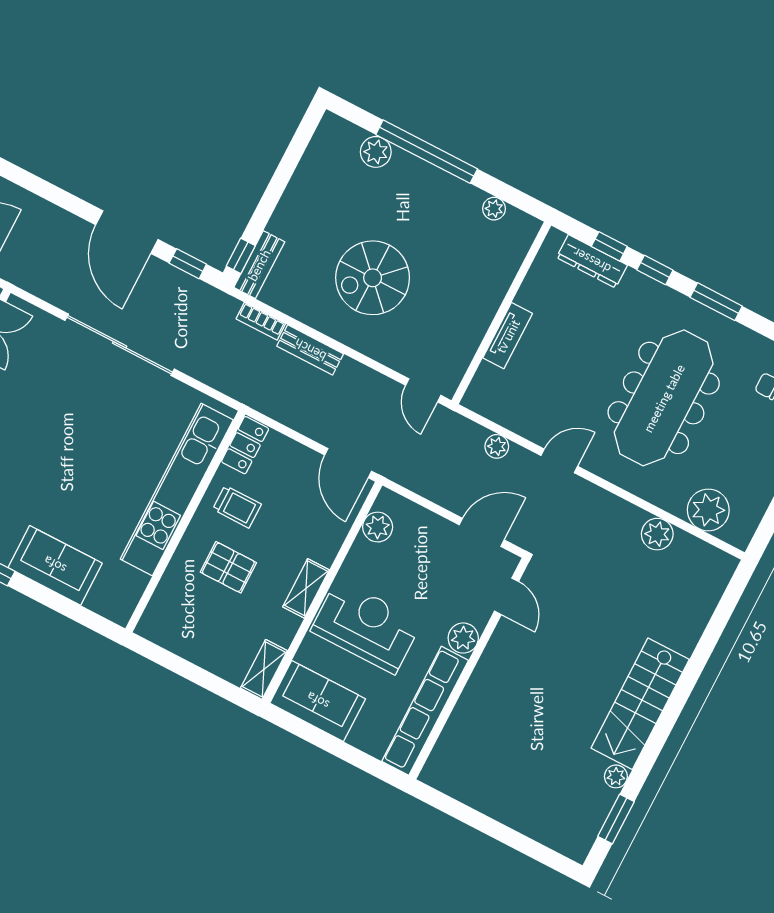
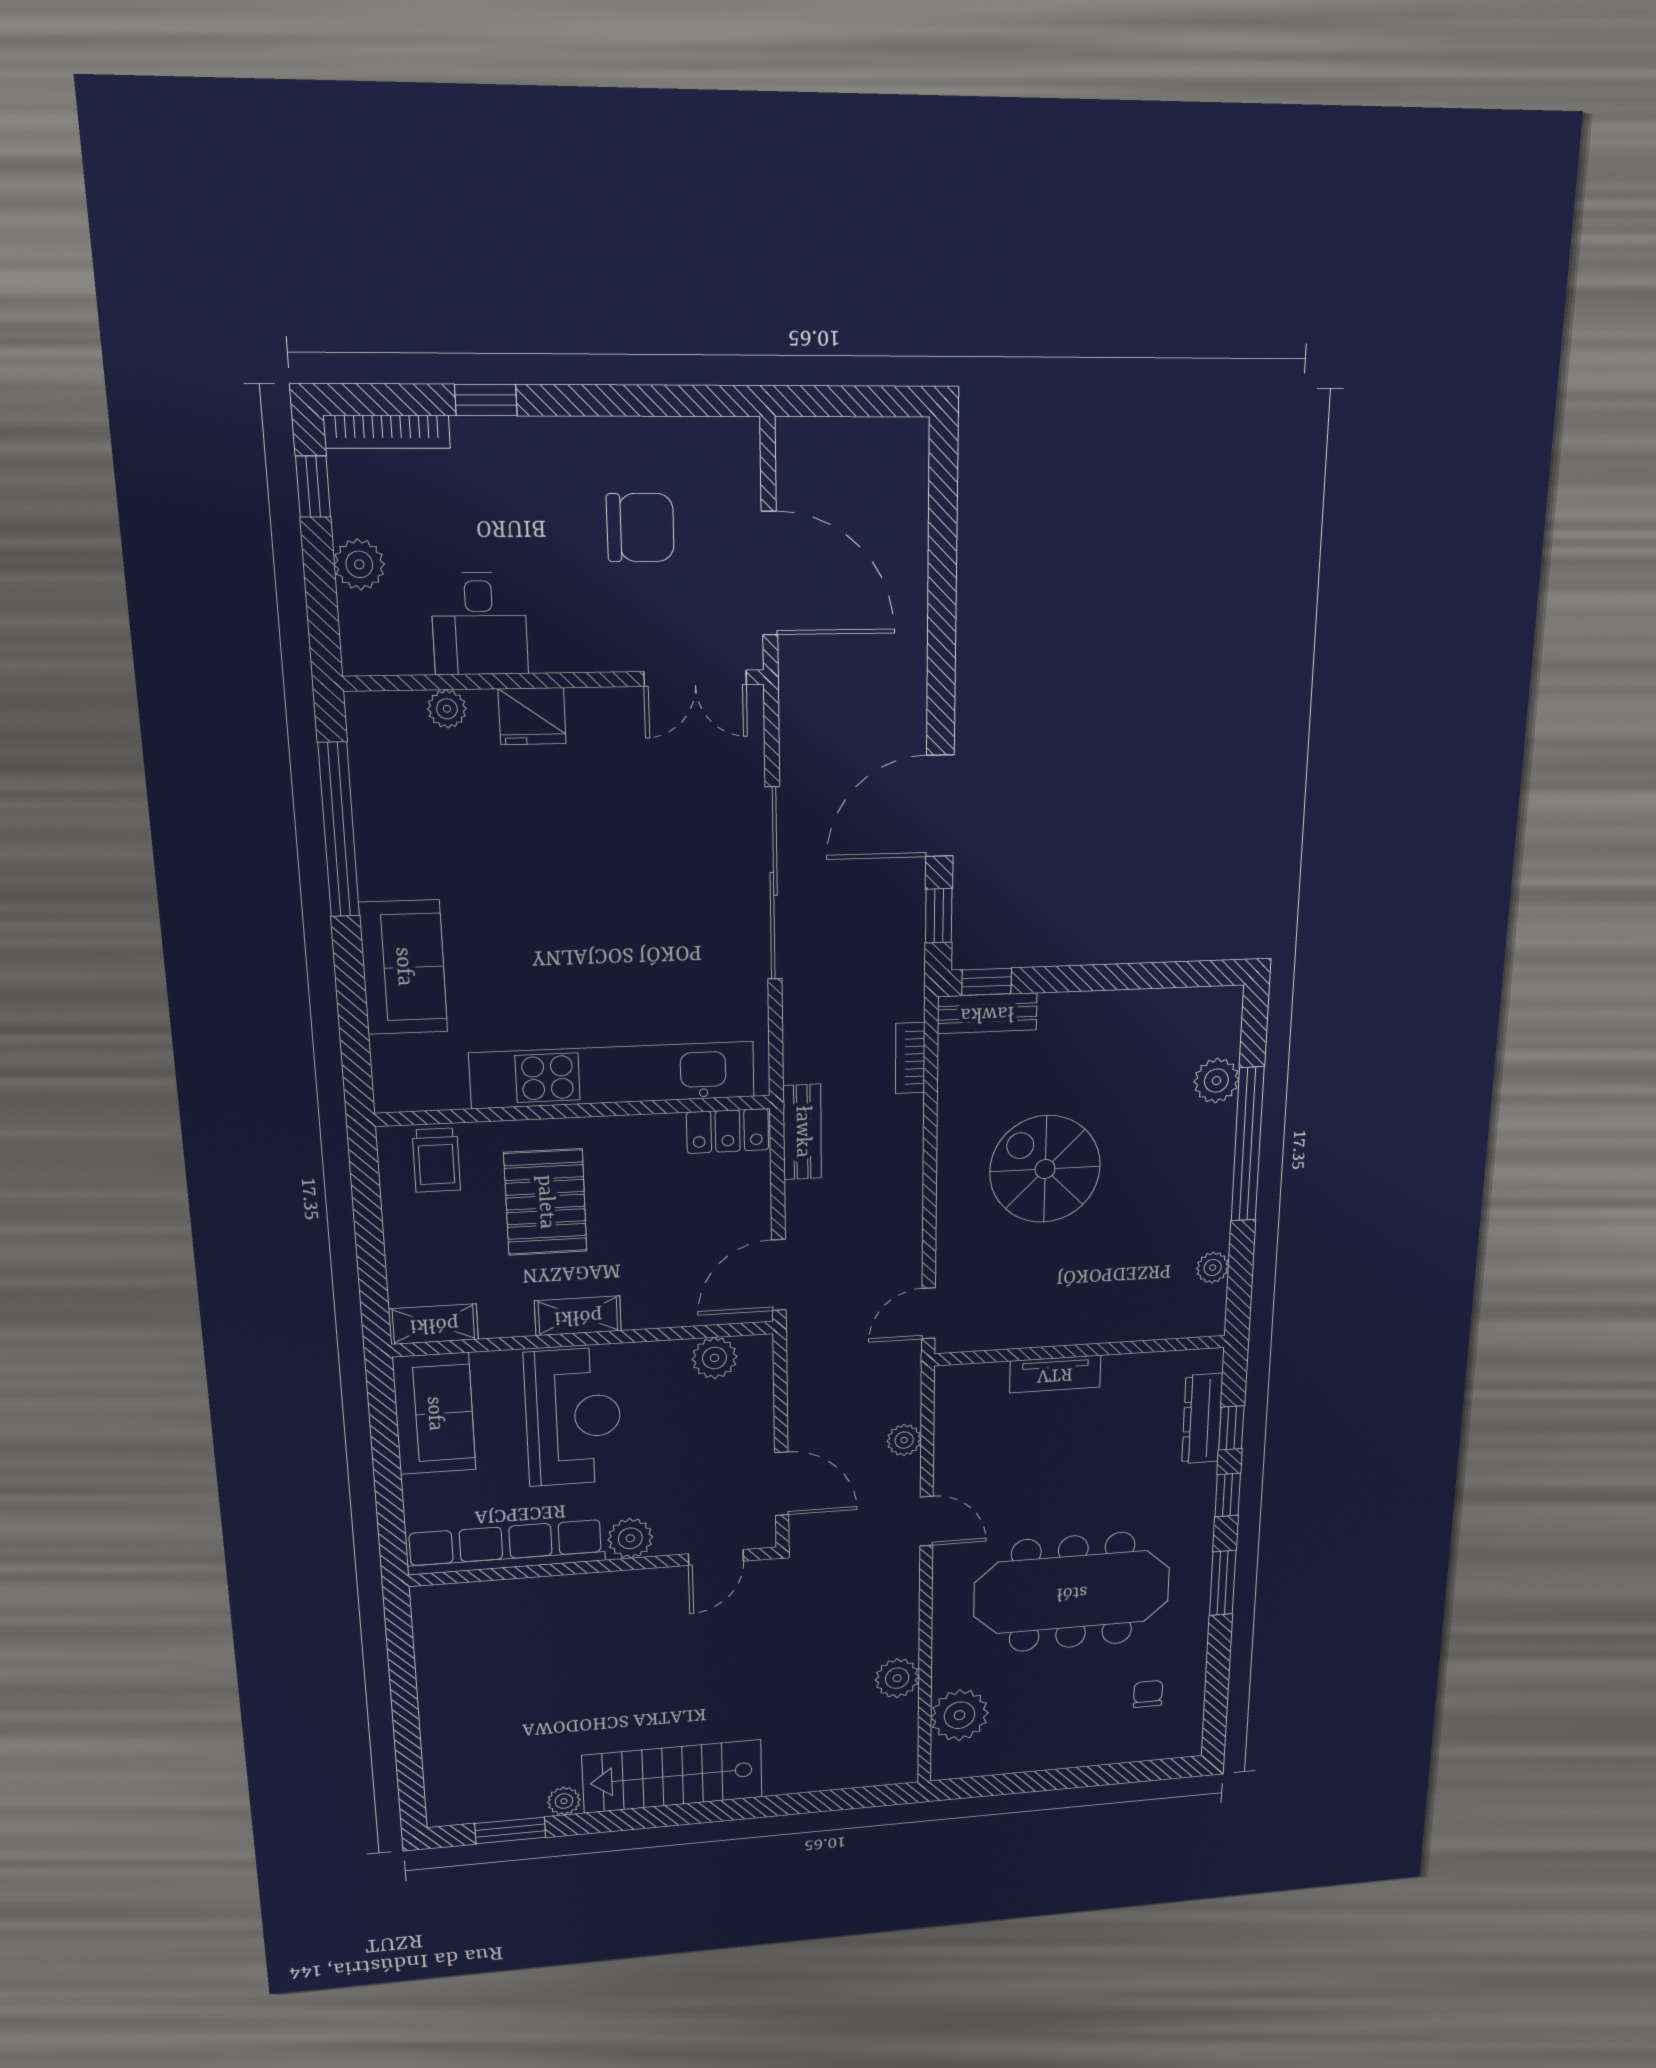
bench: (310, 350) -> (802, 1132), moved
trolley: (237, 507) -> (436, 1160), moved
pallet: (228, 567) -> (545, 1202), width x1.50, depth x1.42

